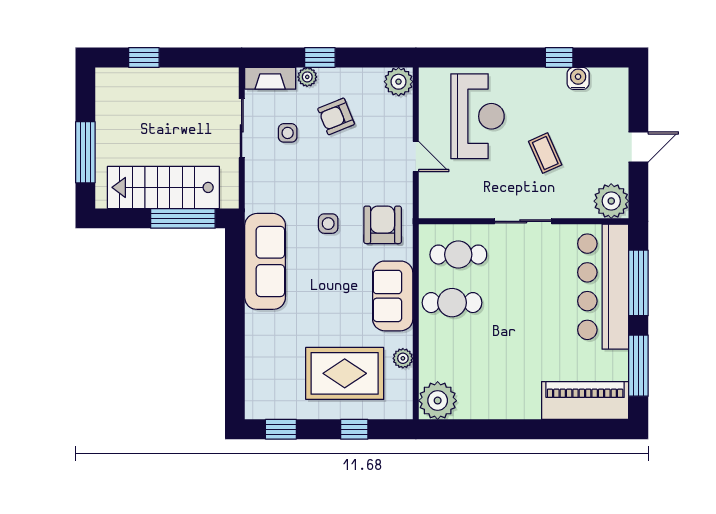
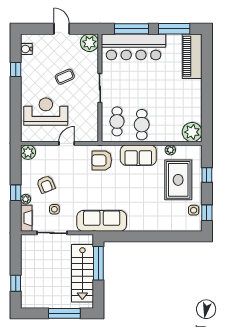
water cooler: (578, 78) -> (26, 49), moved
side table: (328, 224) -> (194, 210), moved
sofa: (265, 261) -> (102, 221), moved

